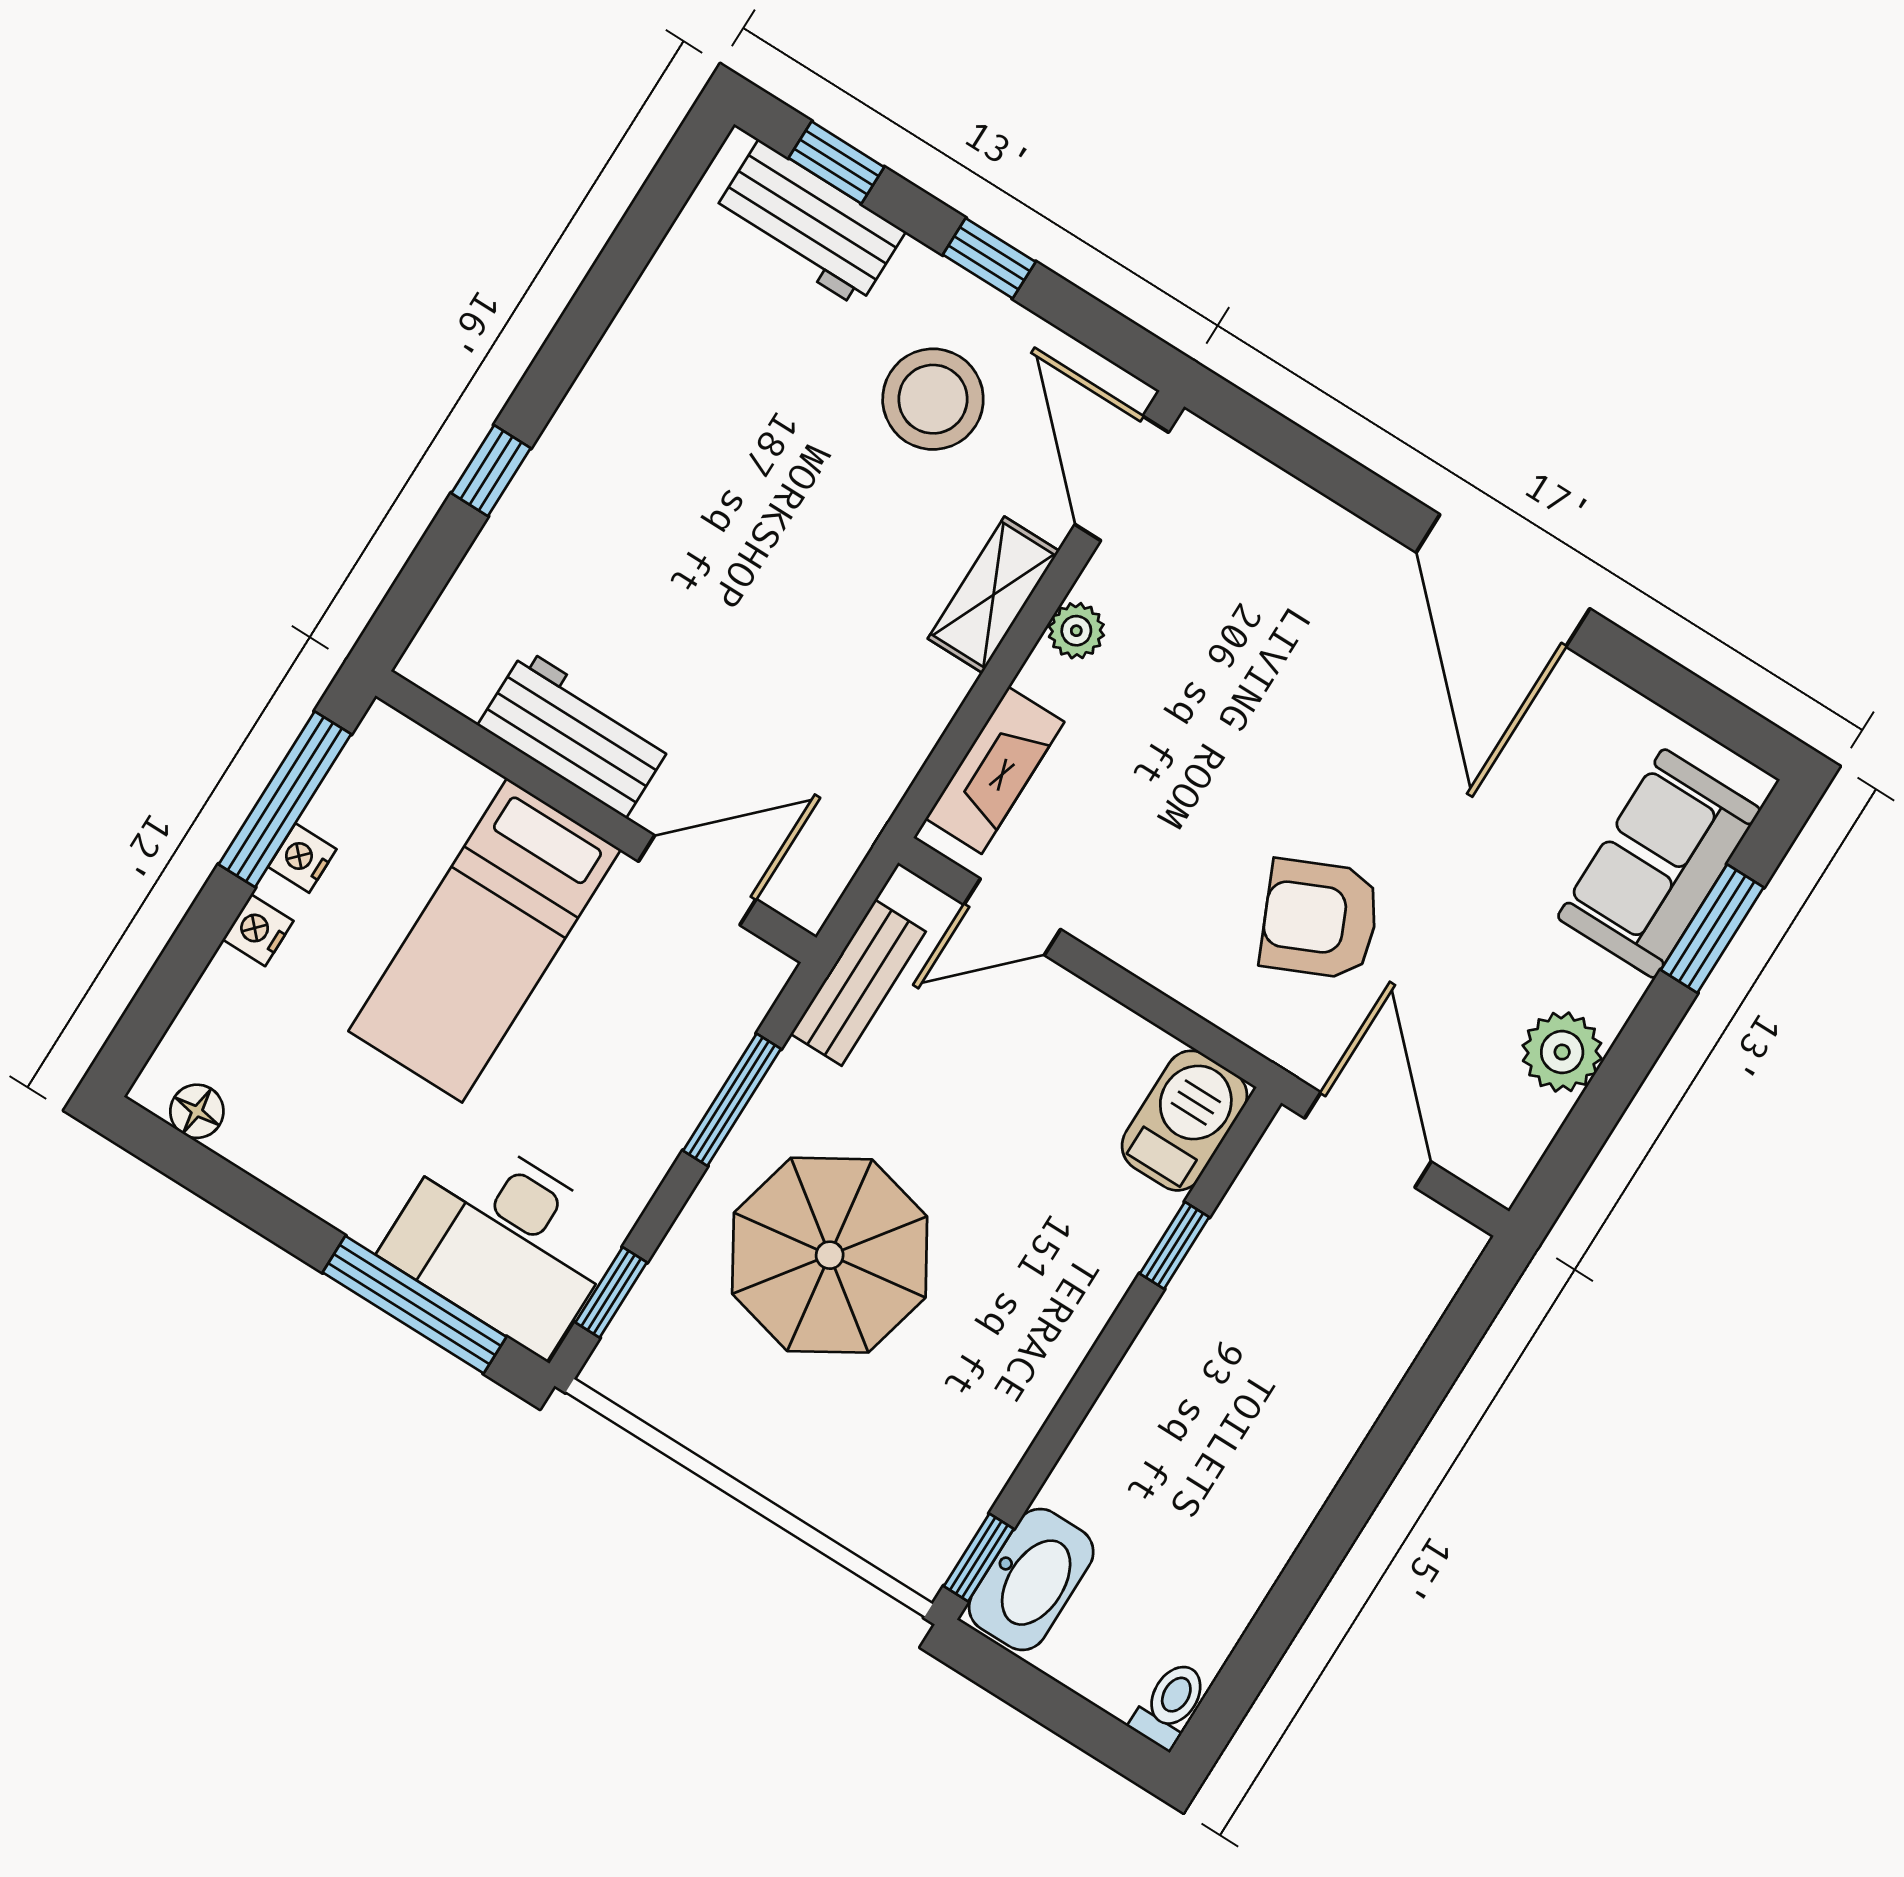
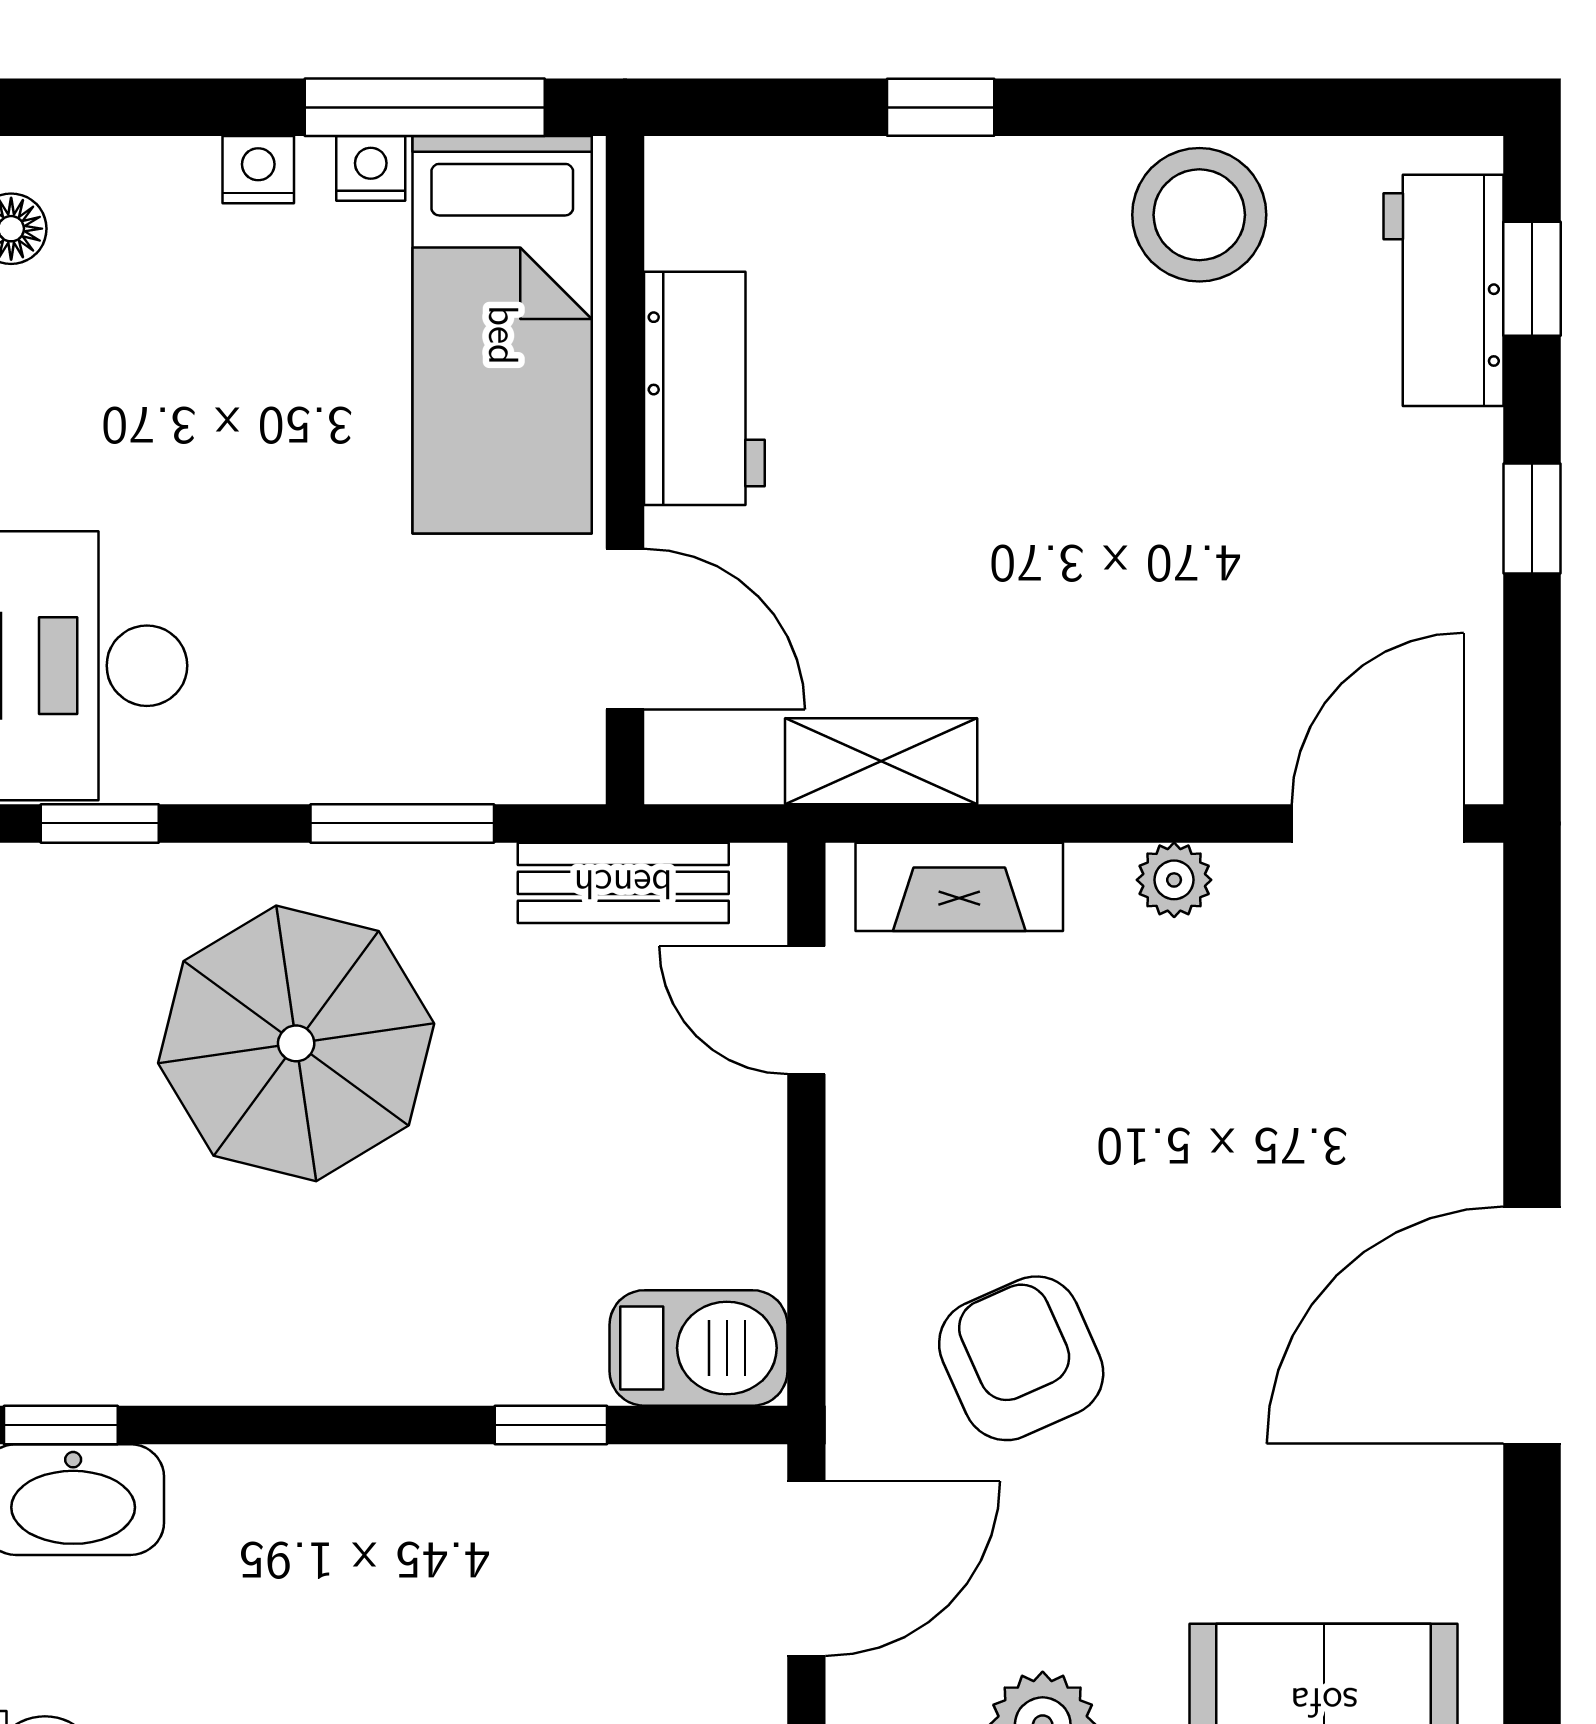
stool: (933, 399) -> (1199, 215), moved
shelving: (993, 595) -> (881, 761), moved
bed: (485, 940) -> (502, 335), moved, turned -90

